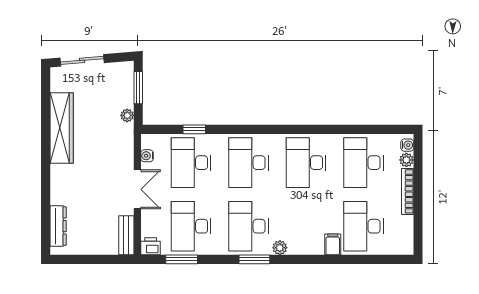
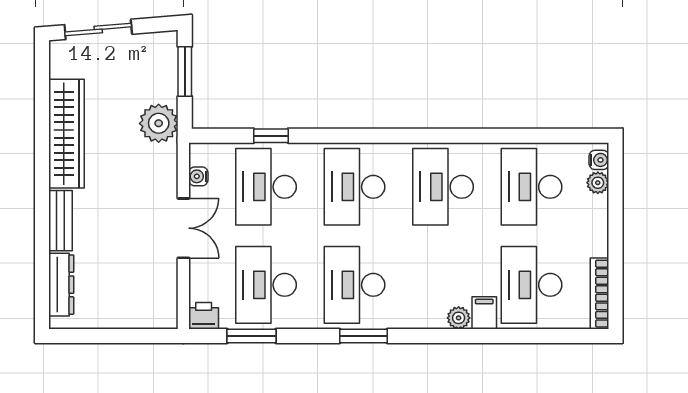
plant: (127, 115) -> (159, 123), width x1.88, depth x1.88
bookcase: (408, 191) -> (600, 294), moved
bench: (126, 235) -> (60, 221), moved
plant: (280, 248) -> (459, 318), moved

